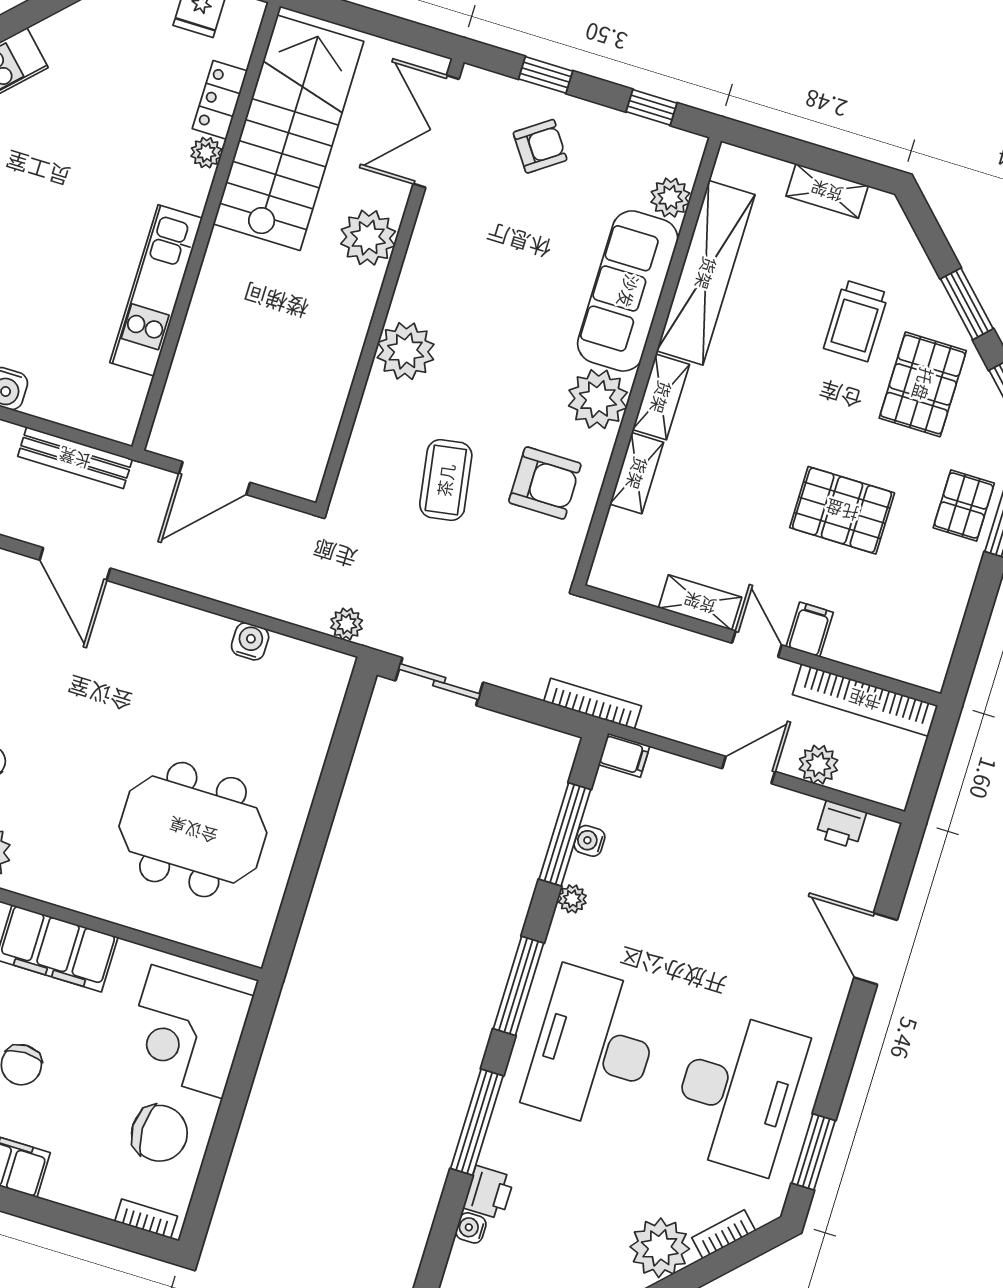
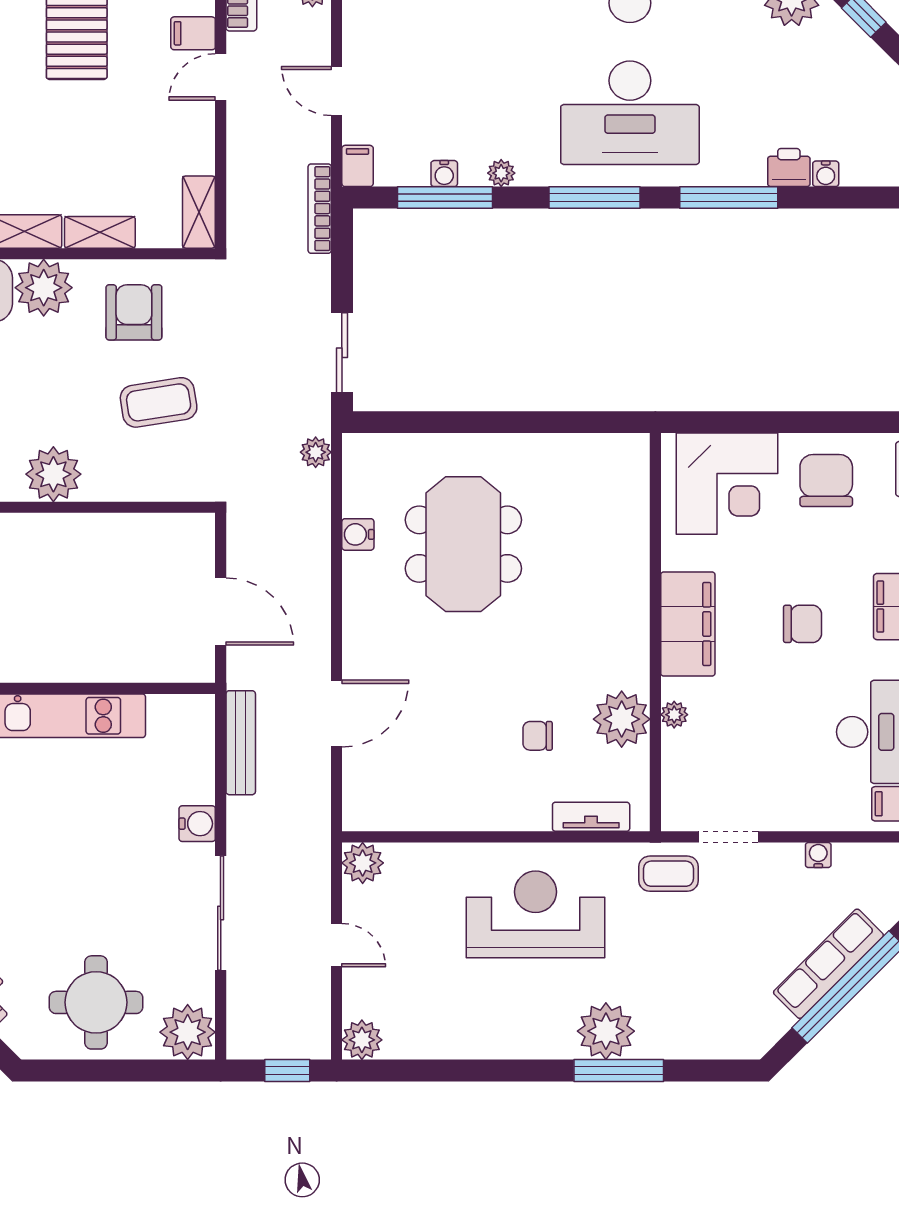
shelving: (700, 603) -> (199, 212), moved
door: (749, 770) -> (337, 91), moved
meeting table: (193, 830) -> (463, 544), moved

